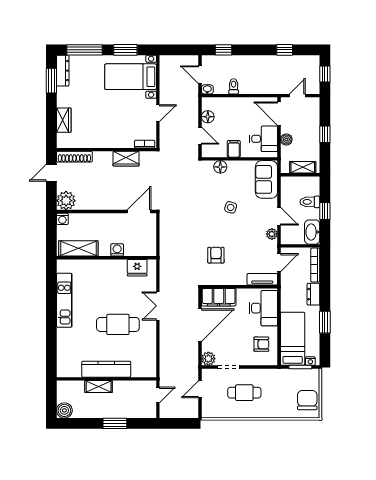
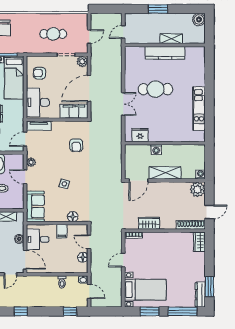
wardrobe: (64, 120) -> (199, 242), moved
shelving: (78, 248) -> (165, 173), moved

